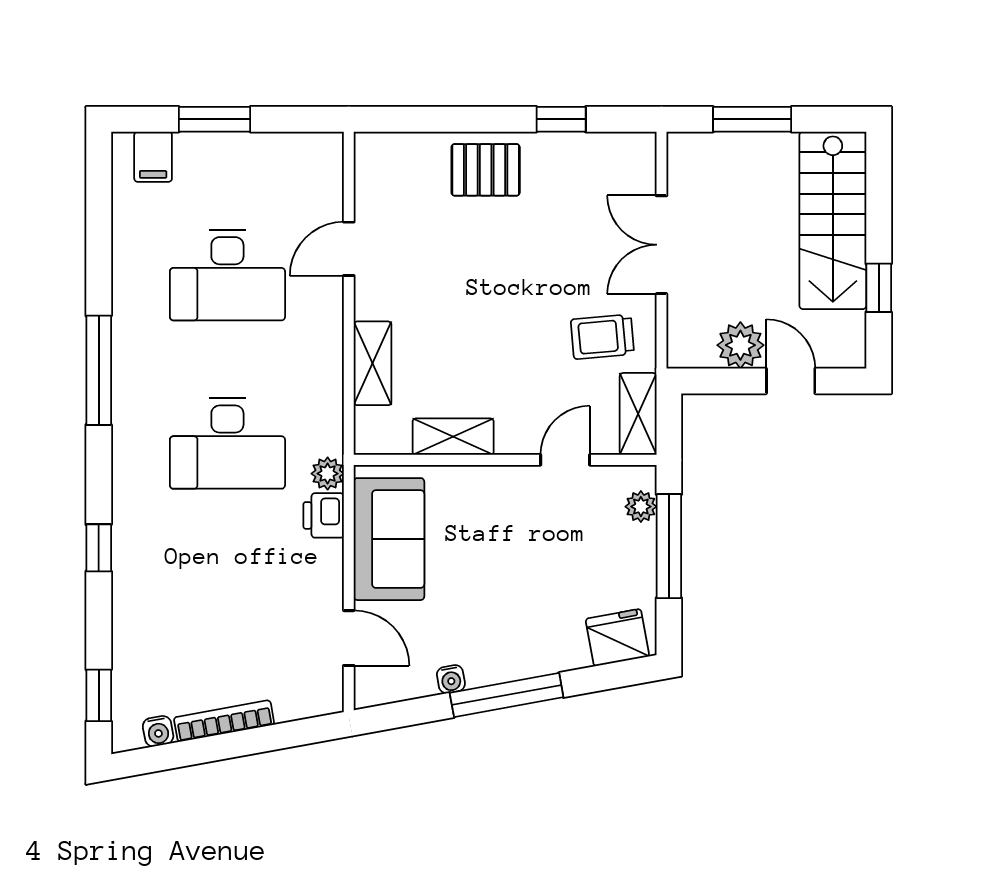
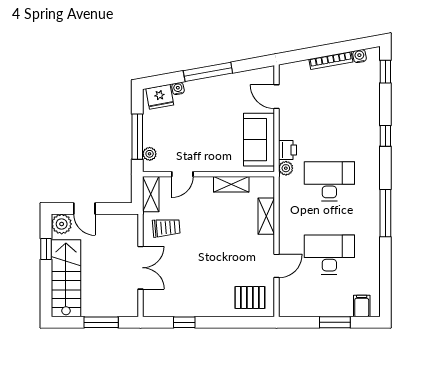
pallet: (486, 170) -> (250, 297), moved
plant: (740, 345) -> (62, 224), moved
water cooler: (451, 679) -> (178, 89), moved

